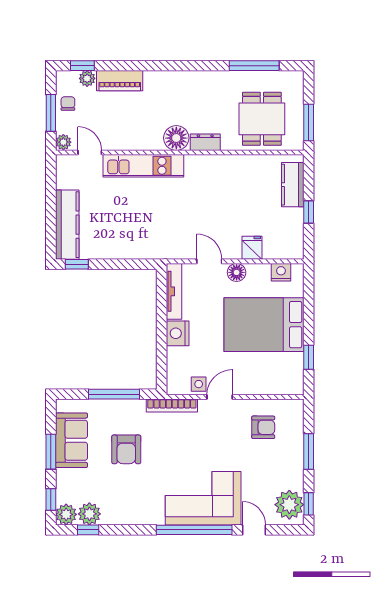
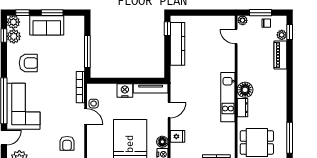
door: (90, 153) -> (236, 37), swing flipped
kitchen unit: (143, 166) -> (228, 97), moved
kitchen counter: (67, 225) -> (177, 44), moved, turned -90
floor lamp: (237, 272) -> (162, 142), moved
sofa: (71, 440) -> (47, 25), moved
armchair: (126, 449) -> (28, 63), moved, turned 180

